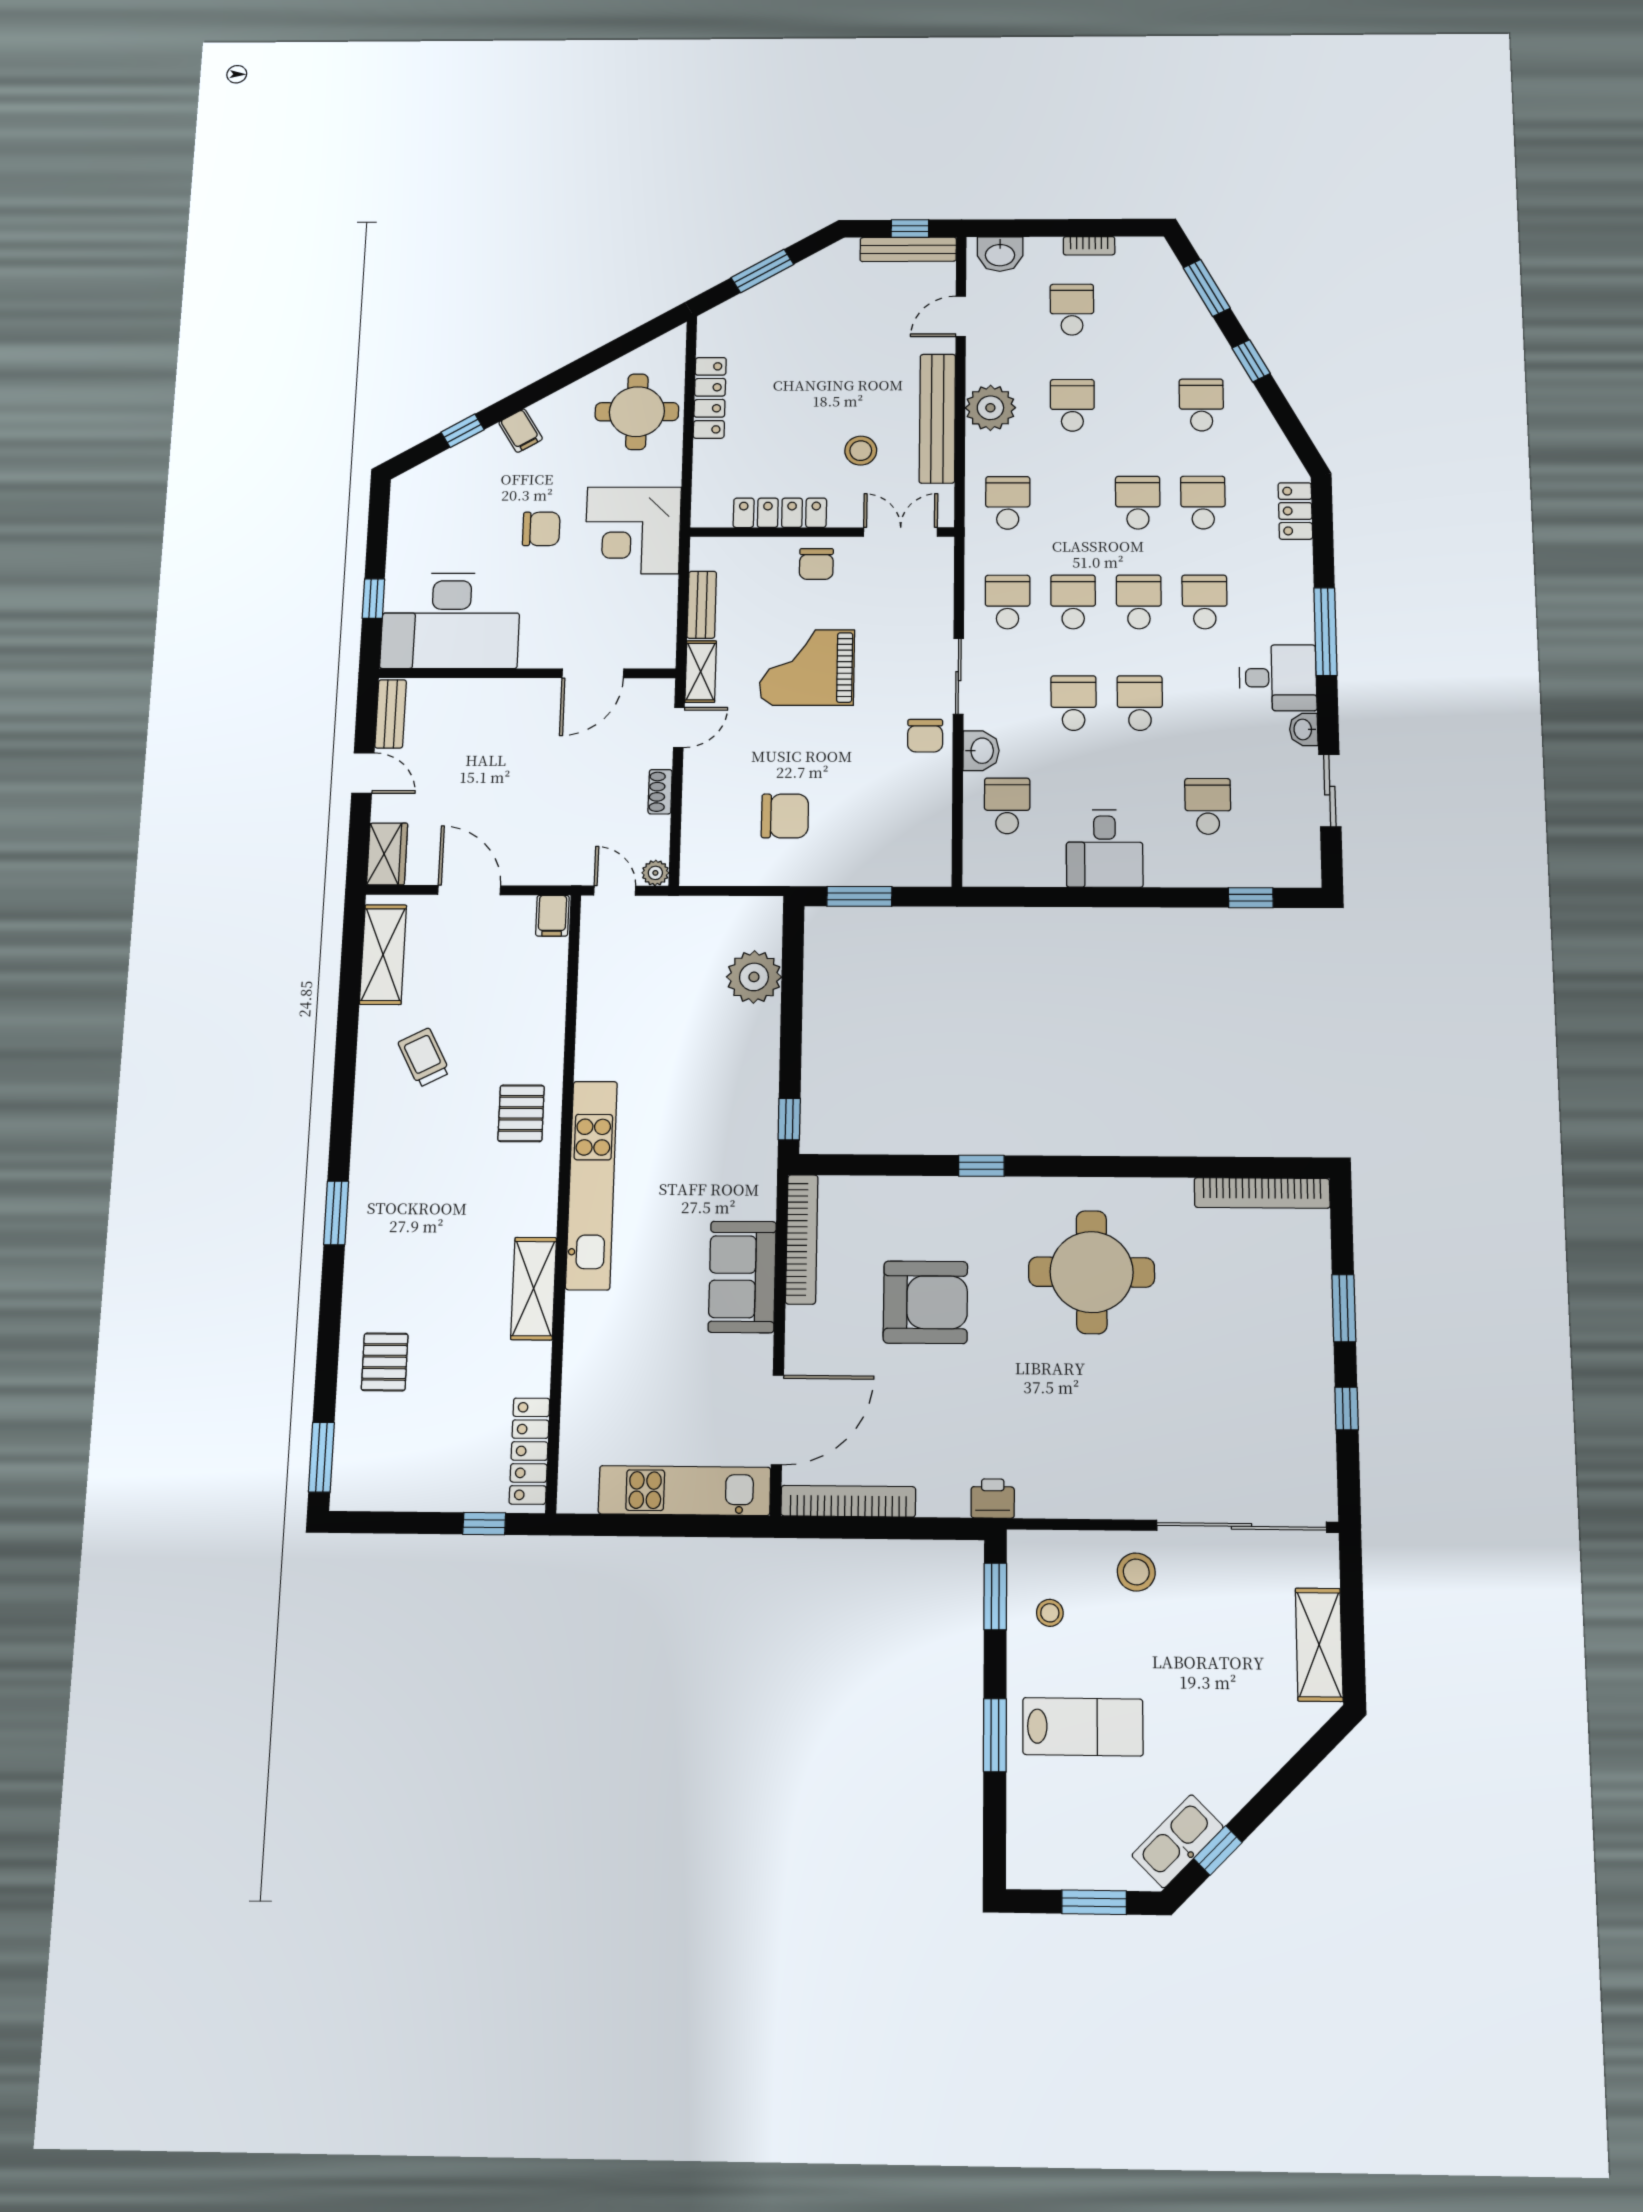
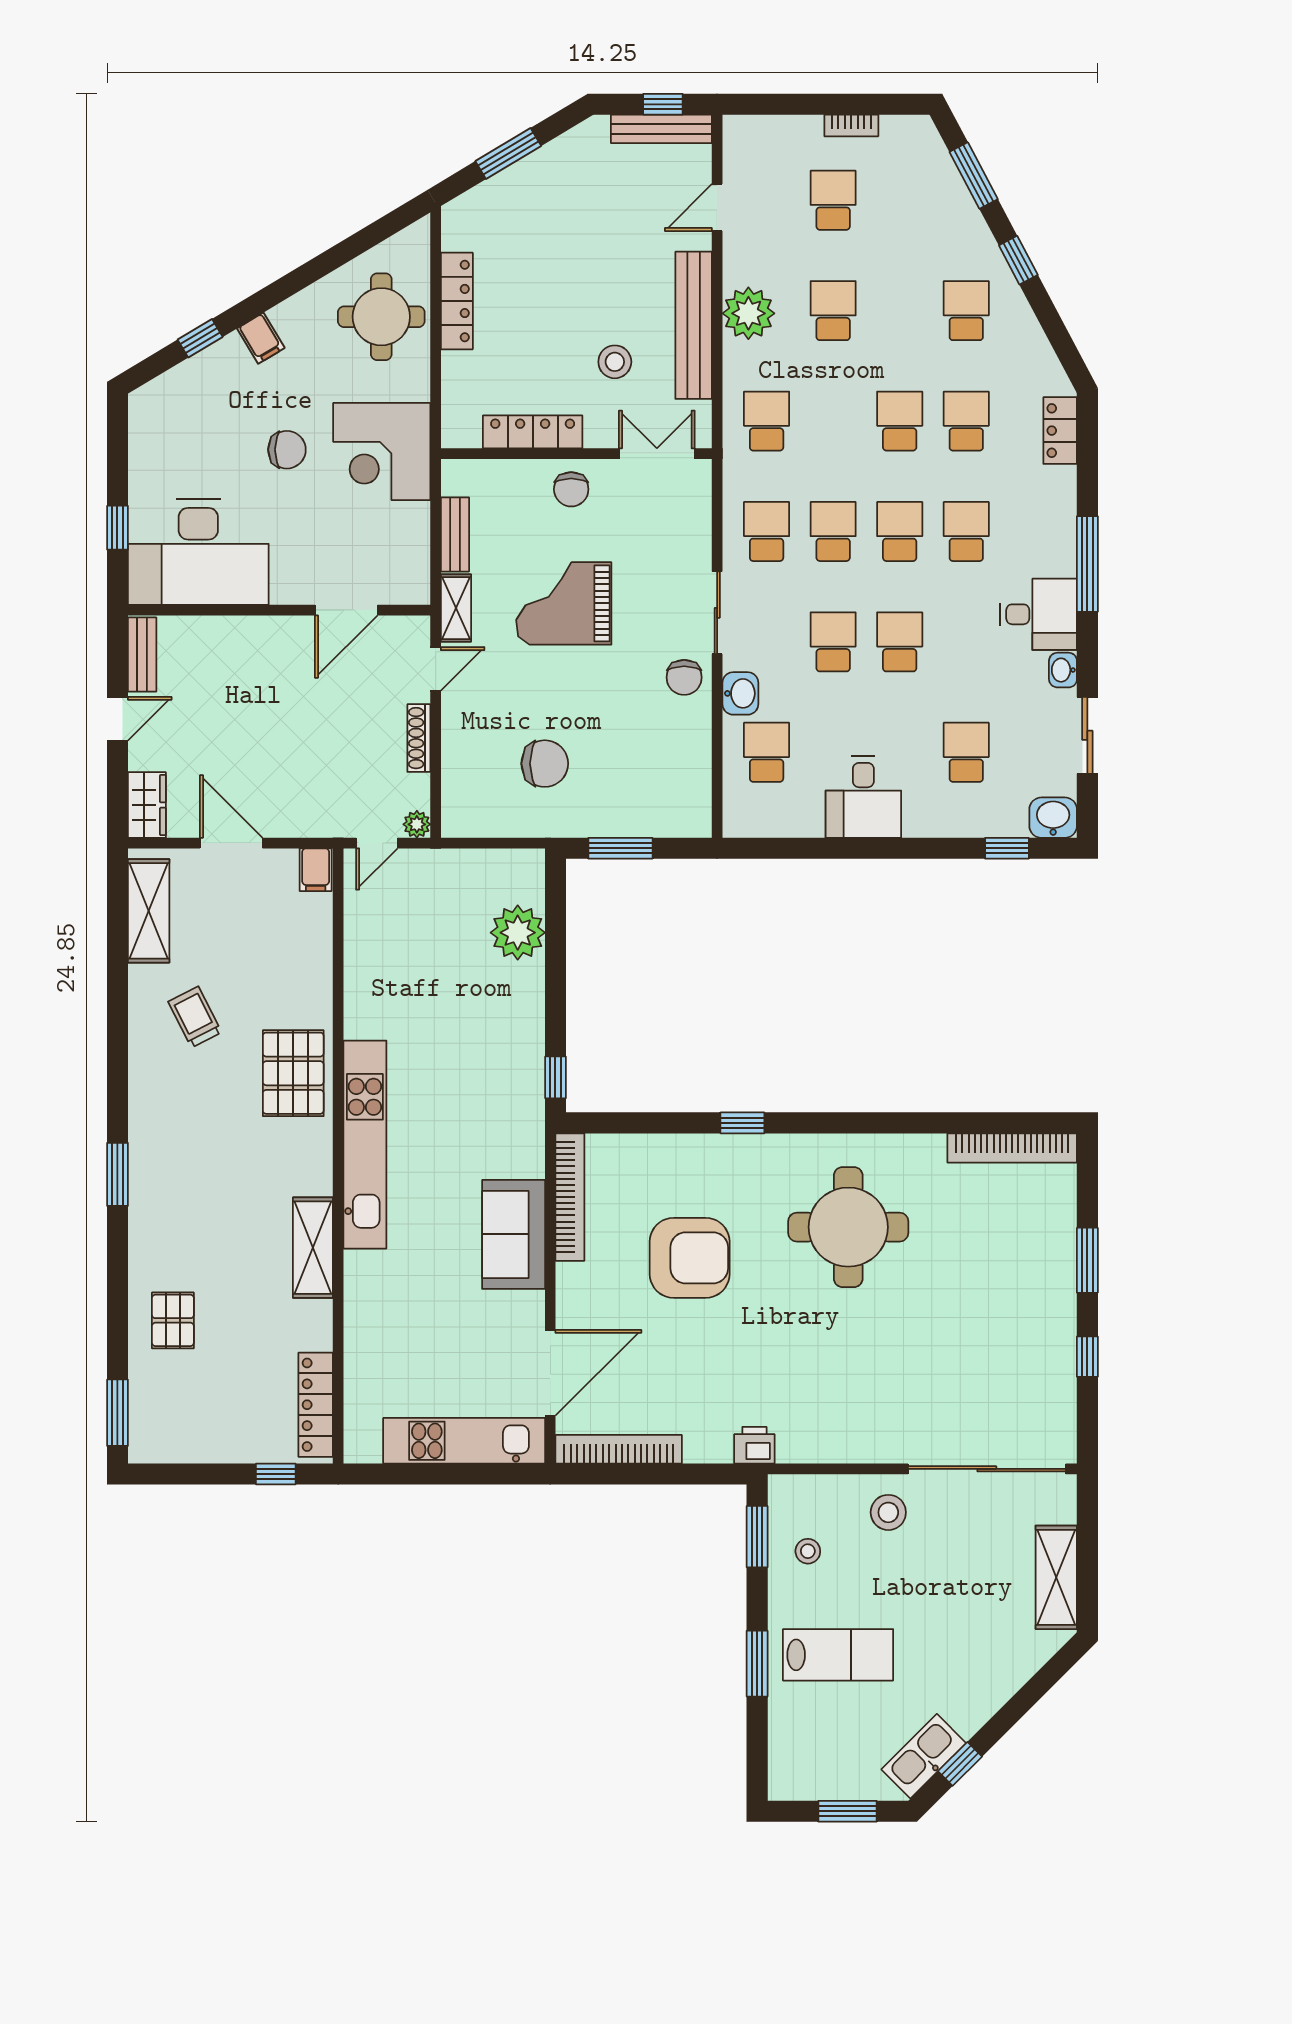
washbasin: (1000, 254) -> (1053, 818), moved, turned 180
door: (363, 773) -> (117, 719), hinge flipped
shoe rack: (660, 792) -> (419, 738), width x1.43
door: (615, 891) -> (377, 843), swing flipped
pallet: (521, 1113) -> (293, 1073), width x1.50, depth x1.42

